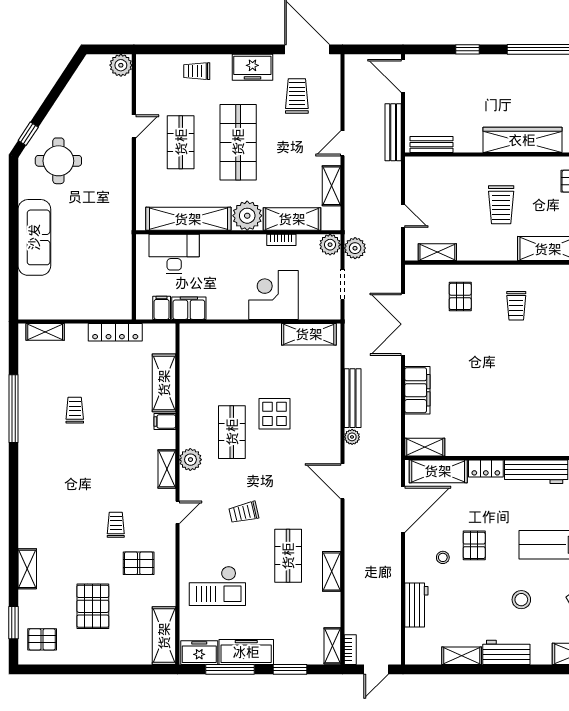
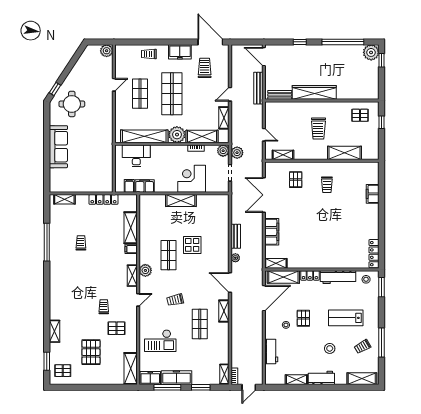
wardrobe: (522, 140) -> (314, 92), moved
shelving: (309, 334) -> (181, 201), moved
bench: (353, 398) -> (236, 236), width x0.73
shelving: (332, 571) -> (224, 311), moved

